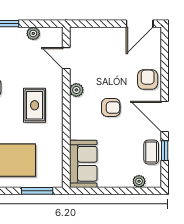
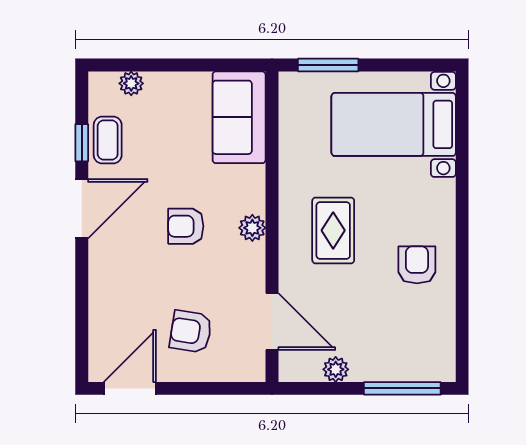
door: (66, 58) -> (272, 322), width x1.38
armchair: (148, 79) -> (191, 332), moved, turned 99
plant: (76, 90) -> (252, 228), moved
door: (165, 117) -> (82, 209), hinge flipped

